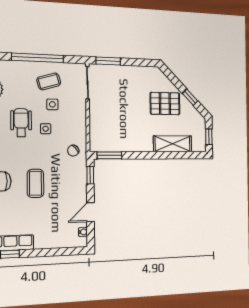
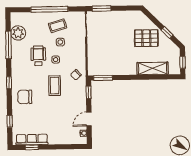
coffee table: (35, 183) -> (55, 86), moved

